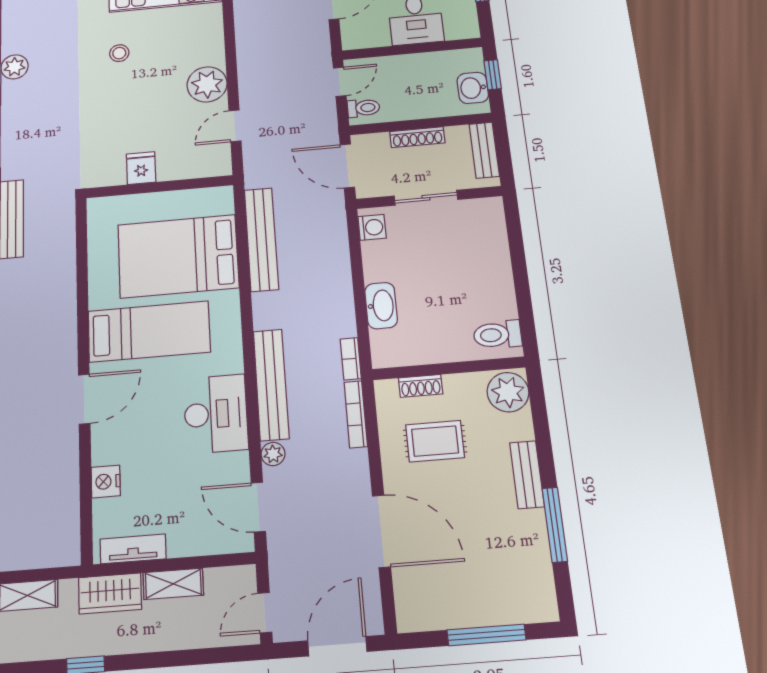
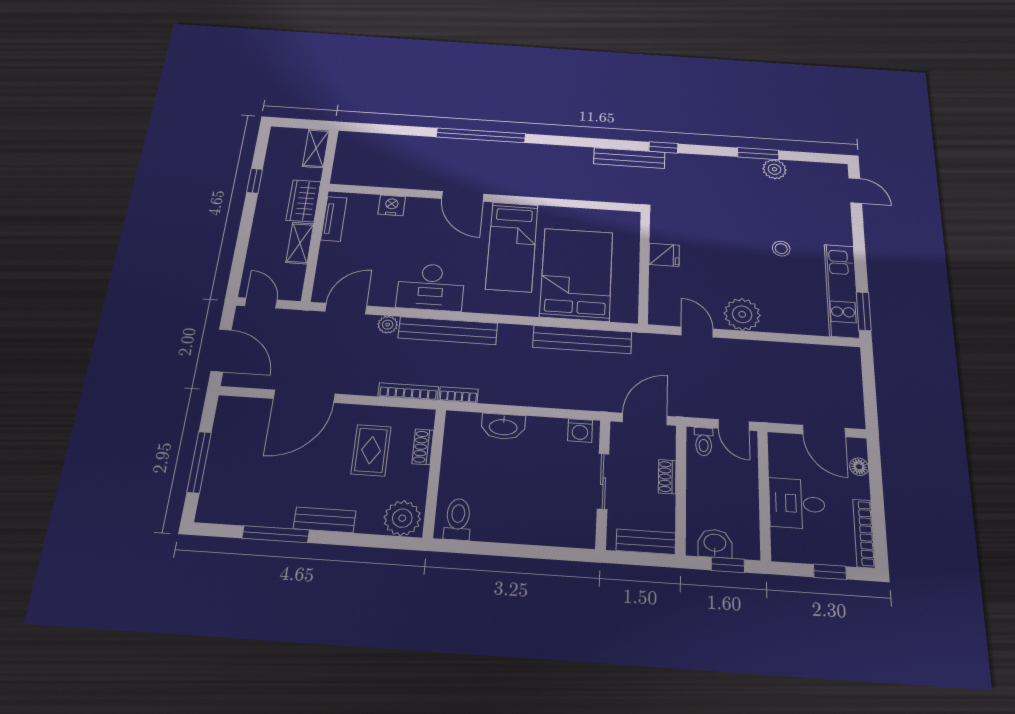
shoe rack: (417, 137) -> (667, 477), width x0.70

